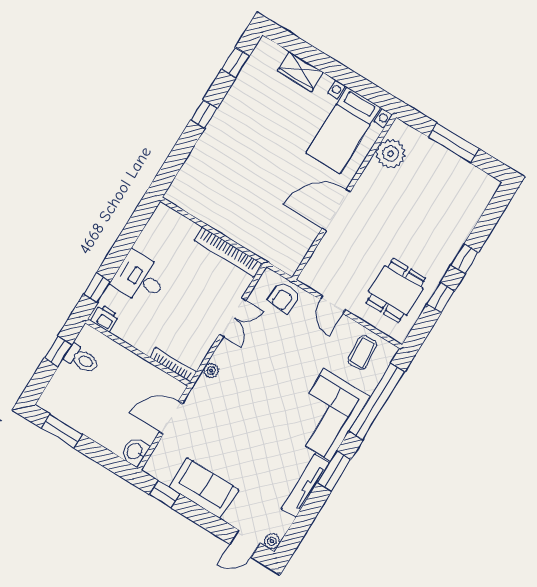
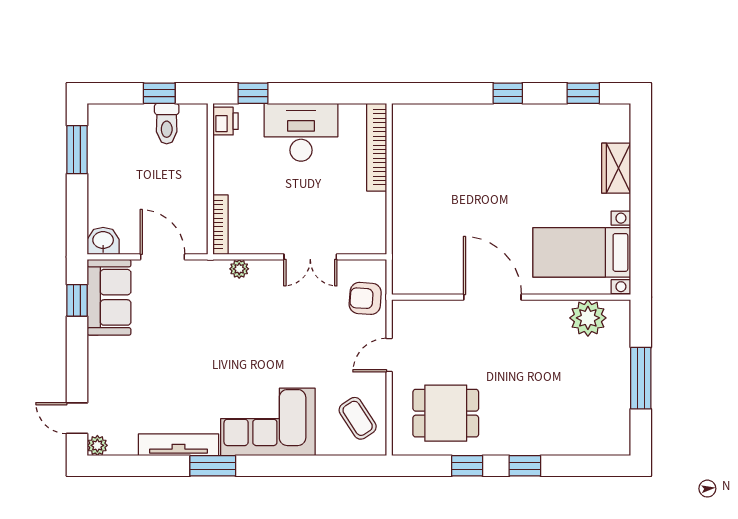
bookcase: (228, 252) -> (377, 147), moved
desk: (140, 278) -> (301, 132), width x1.37
coffee table: (362, 353) -> (358, 418), turned 61
window: (377, 401) -> (315, 466), removed
sofa: (204, 488) -> (109, 297), moved

